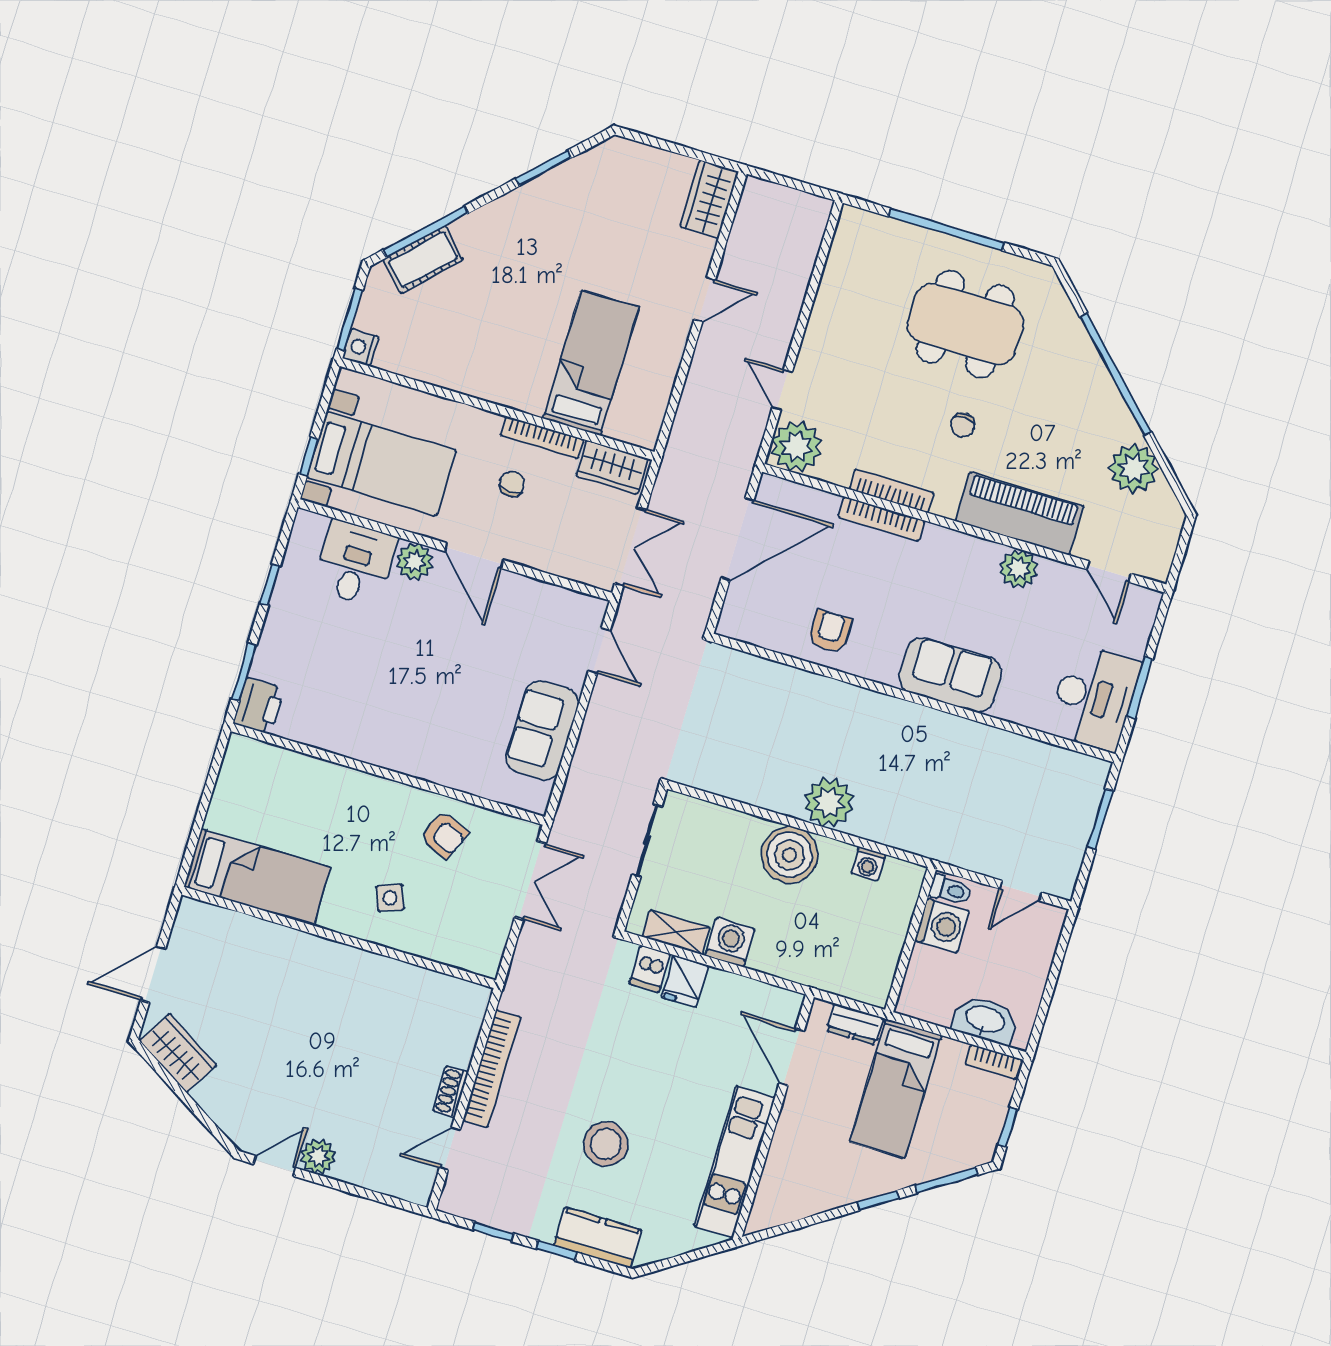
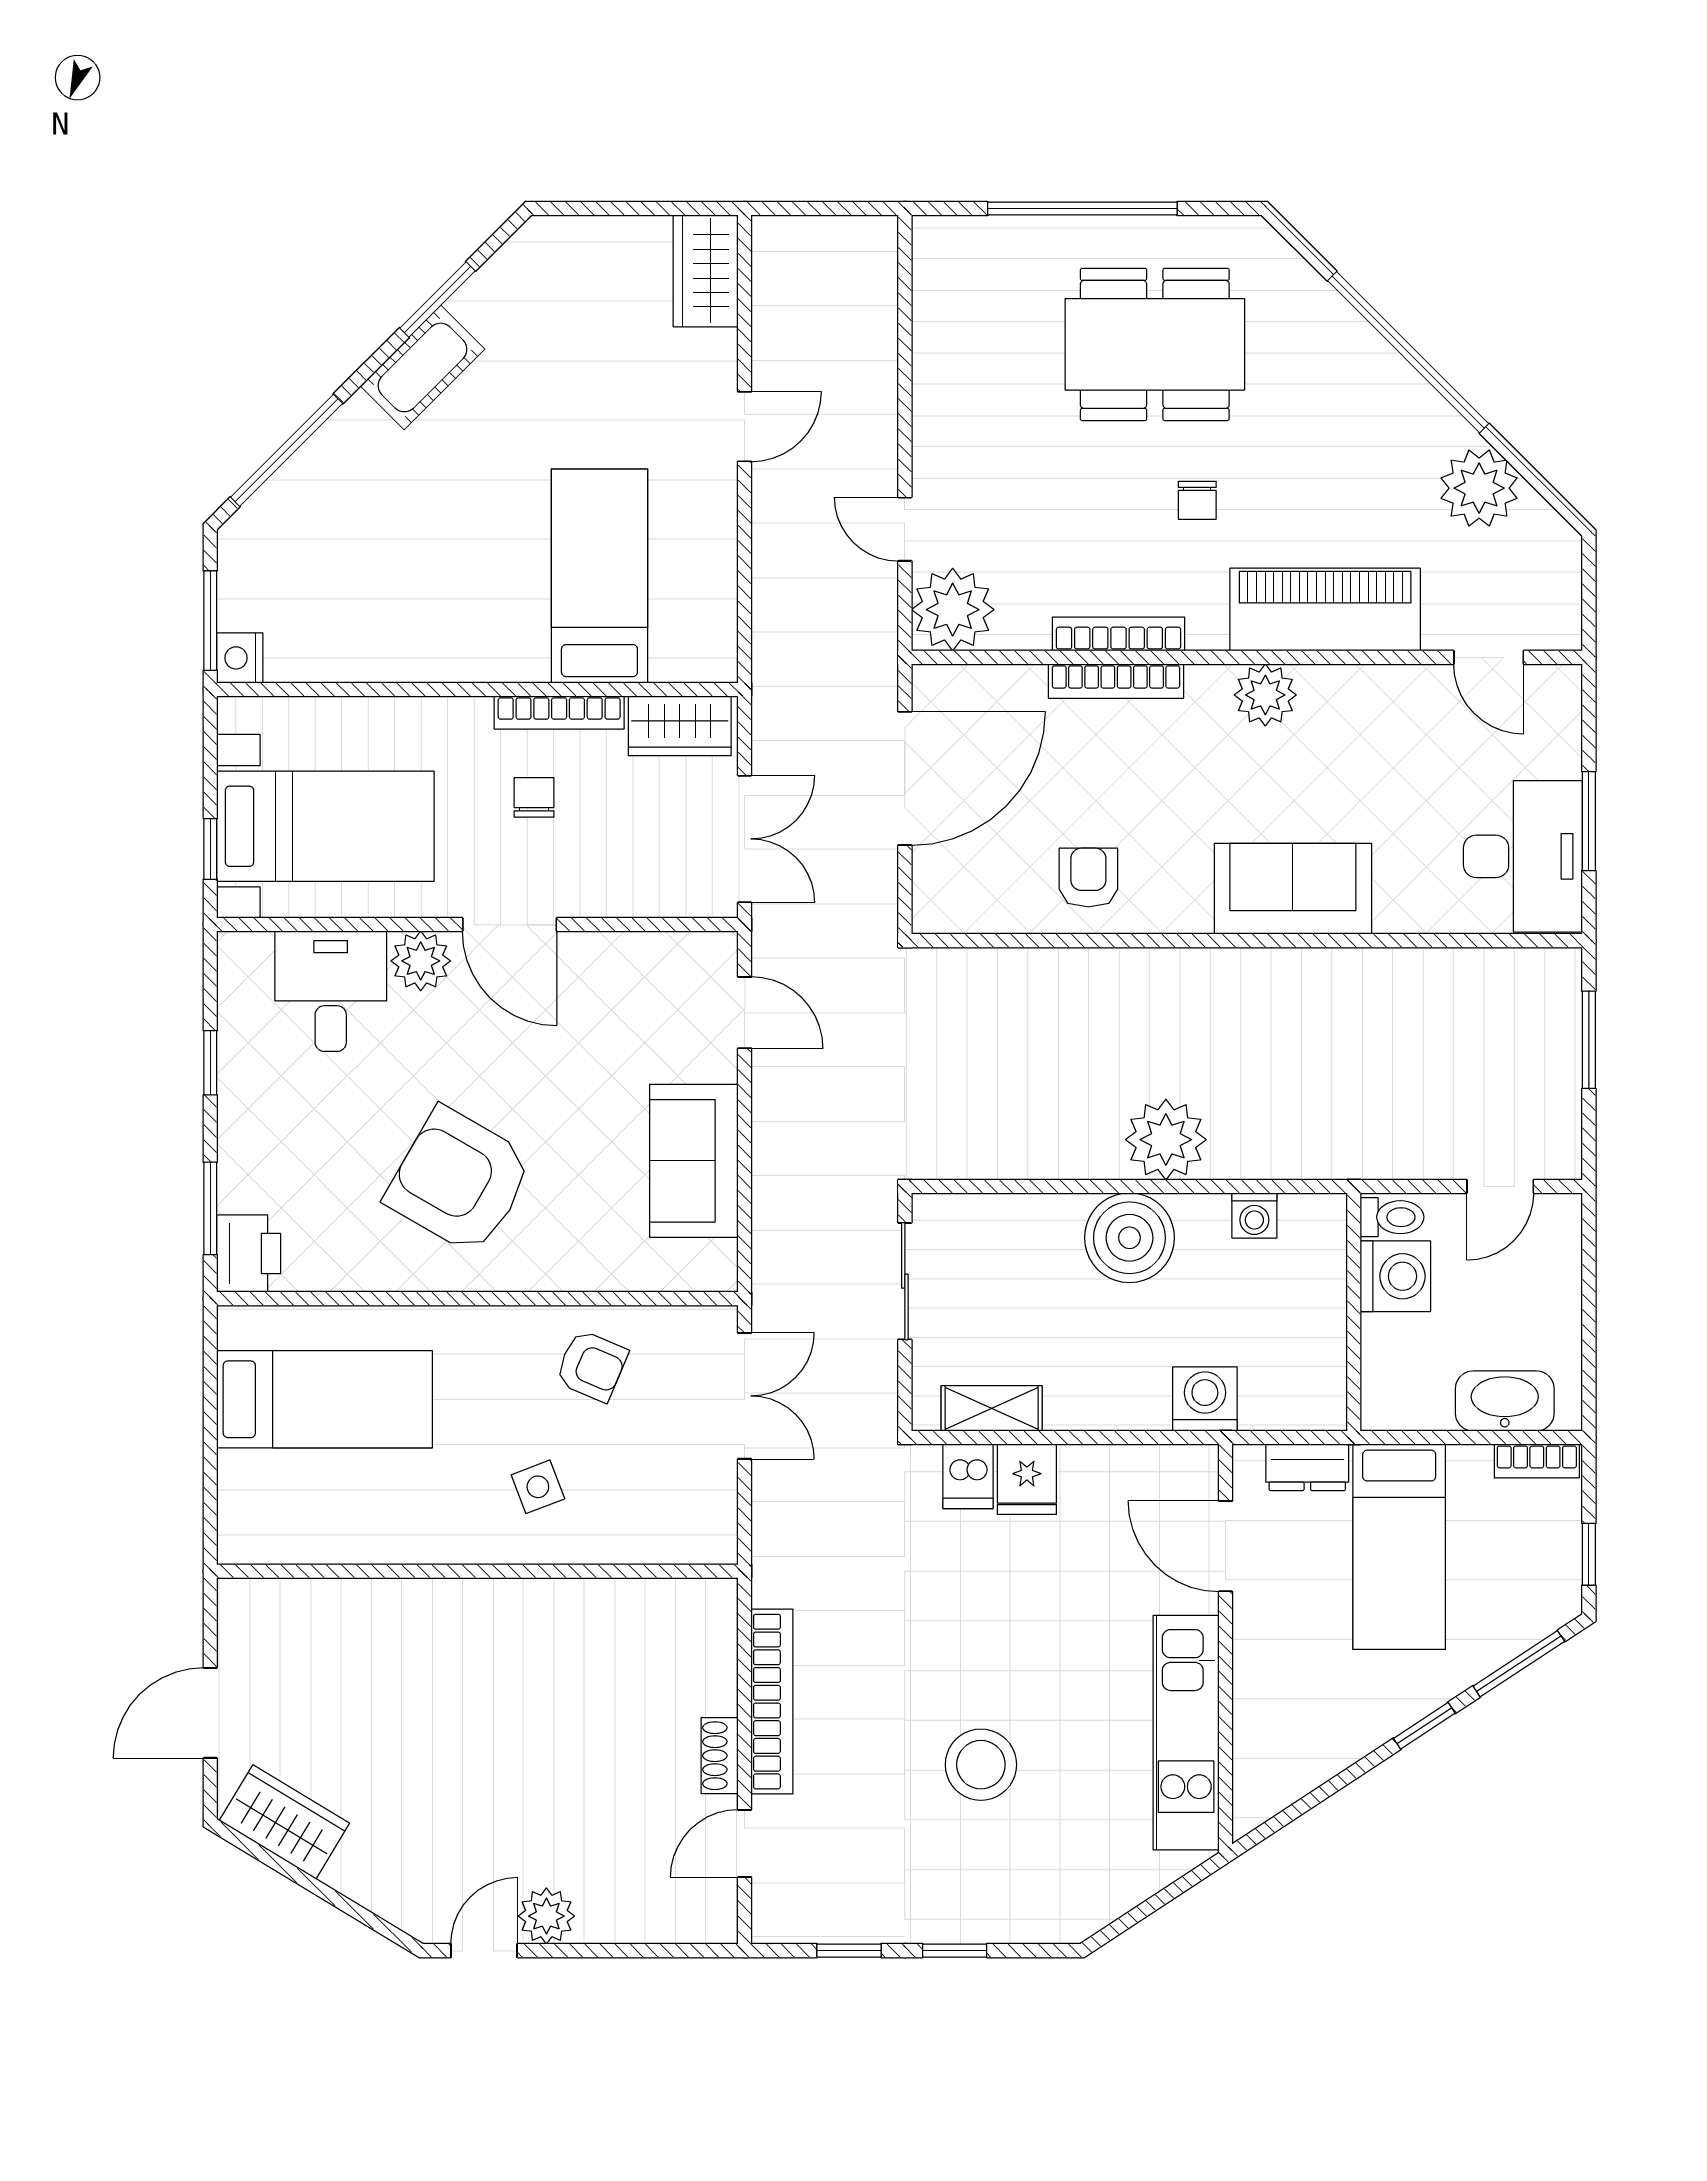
cot: (423, 260) -> (422, 367), moved
plant: (1019, 569) -> (1265, 695), moved
armchair: (398, 700) -> (459, 1181), added
bed: (257, 877) -> (324, 1399), moved
washing machine: (730, 942) -> (1205, 1399), moved
kitchen counter: (598, 1238) -> (1012, 1912), removed

